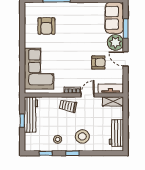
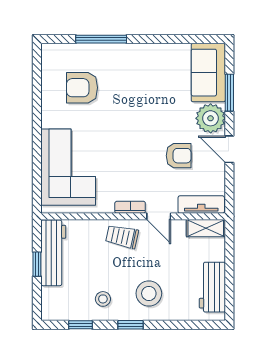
armchair: (46, 26) -> (82, 88), turned 90
door: (88, 95) -> (159, 216), swing flipped

